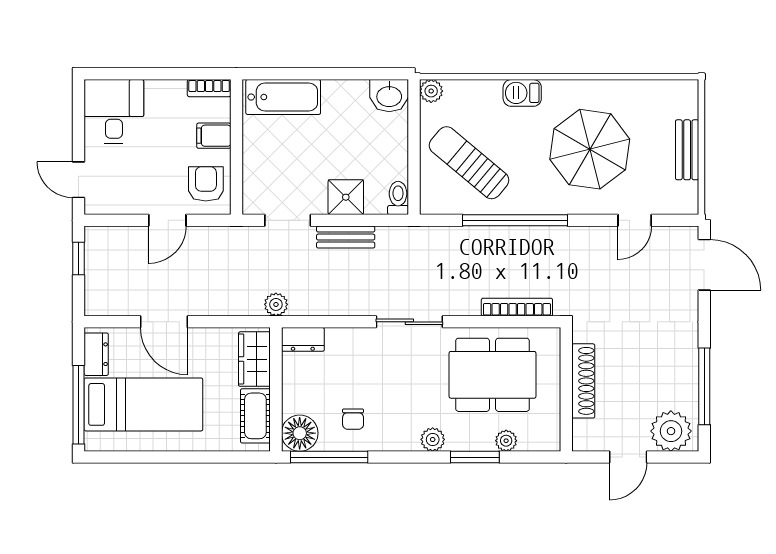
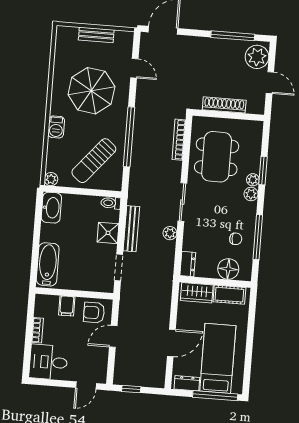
bookcase: (209, 88) -> (37, 330), moved
washbasin: (389, 96) -> (51, 208), width x1.38
door: (167, 220) -> (113, 336), swing flipped
bench: (346, 237) -> (131, 229), width x1.36
plant: (276, 304) -> (170, 233), moved
floor lamp: (300, 433) -> (228, 269), moved
plant: (506, 441) -> (253, 180), moved
window: (329, 457) -> (258, 237), moved

